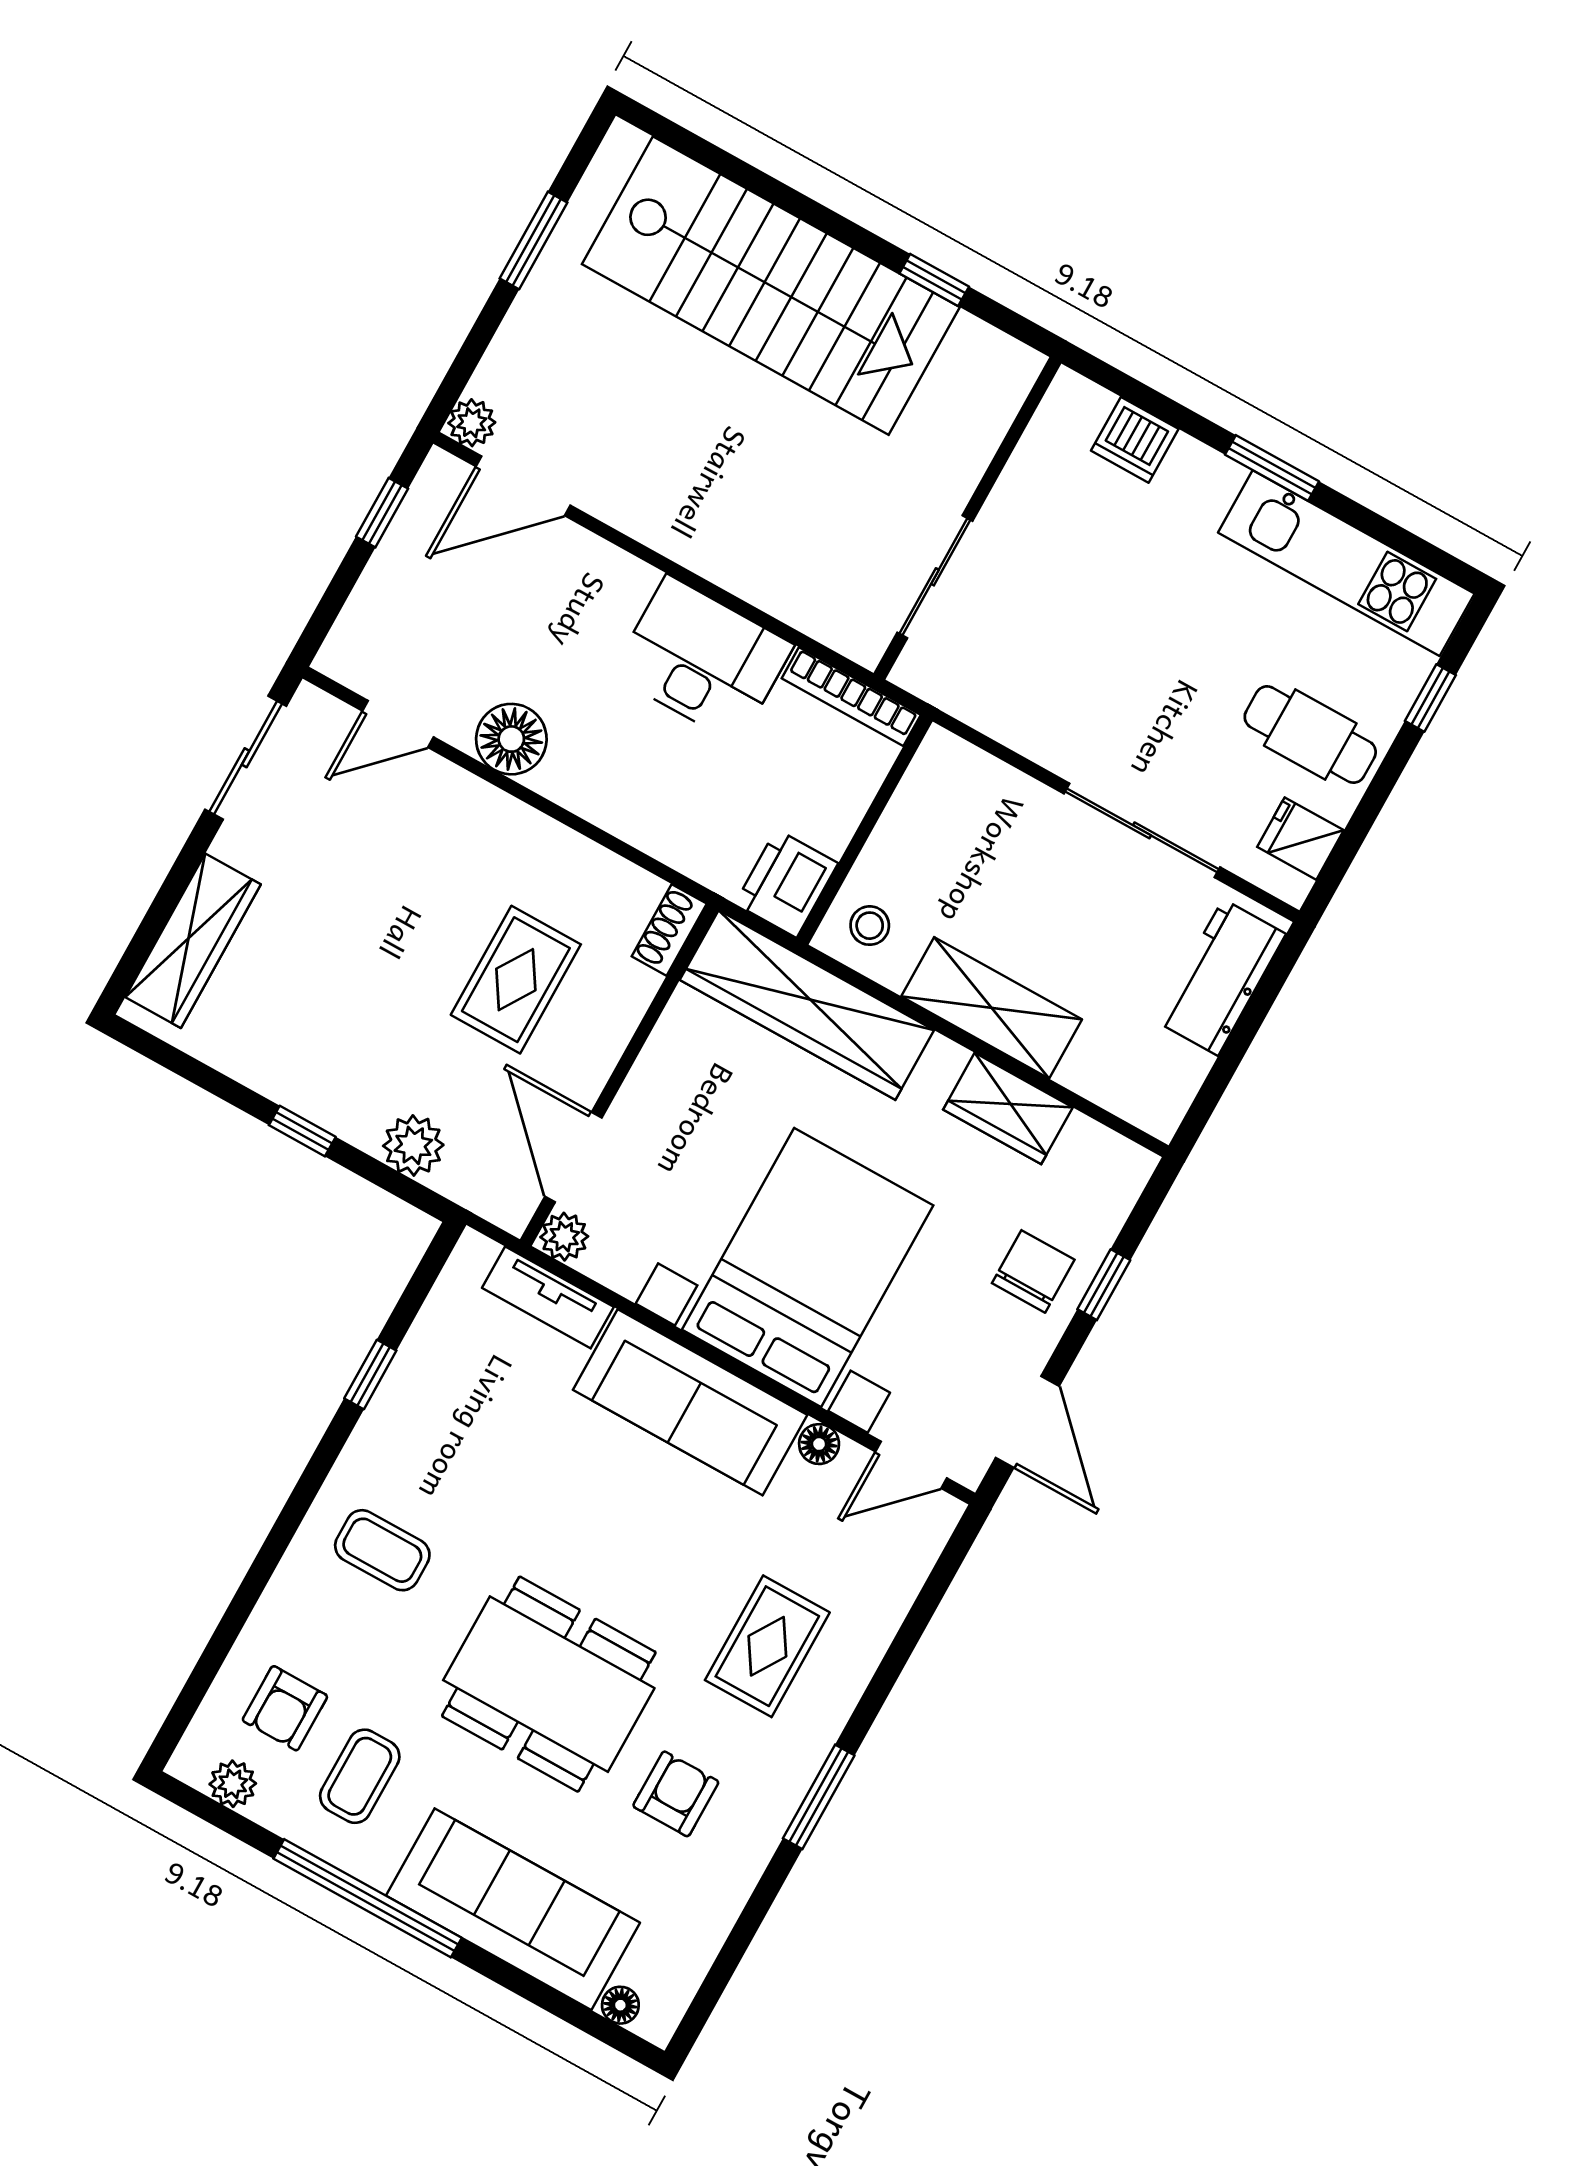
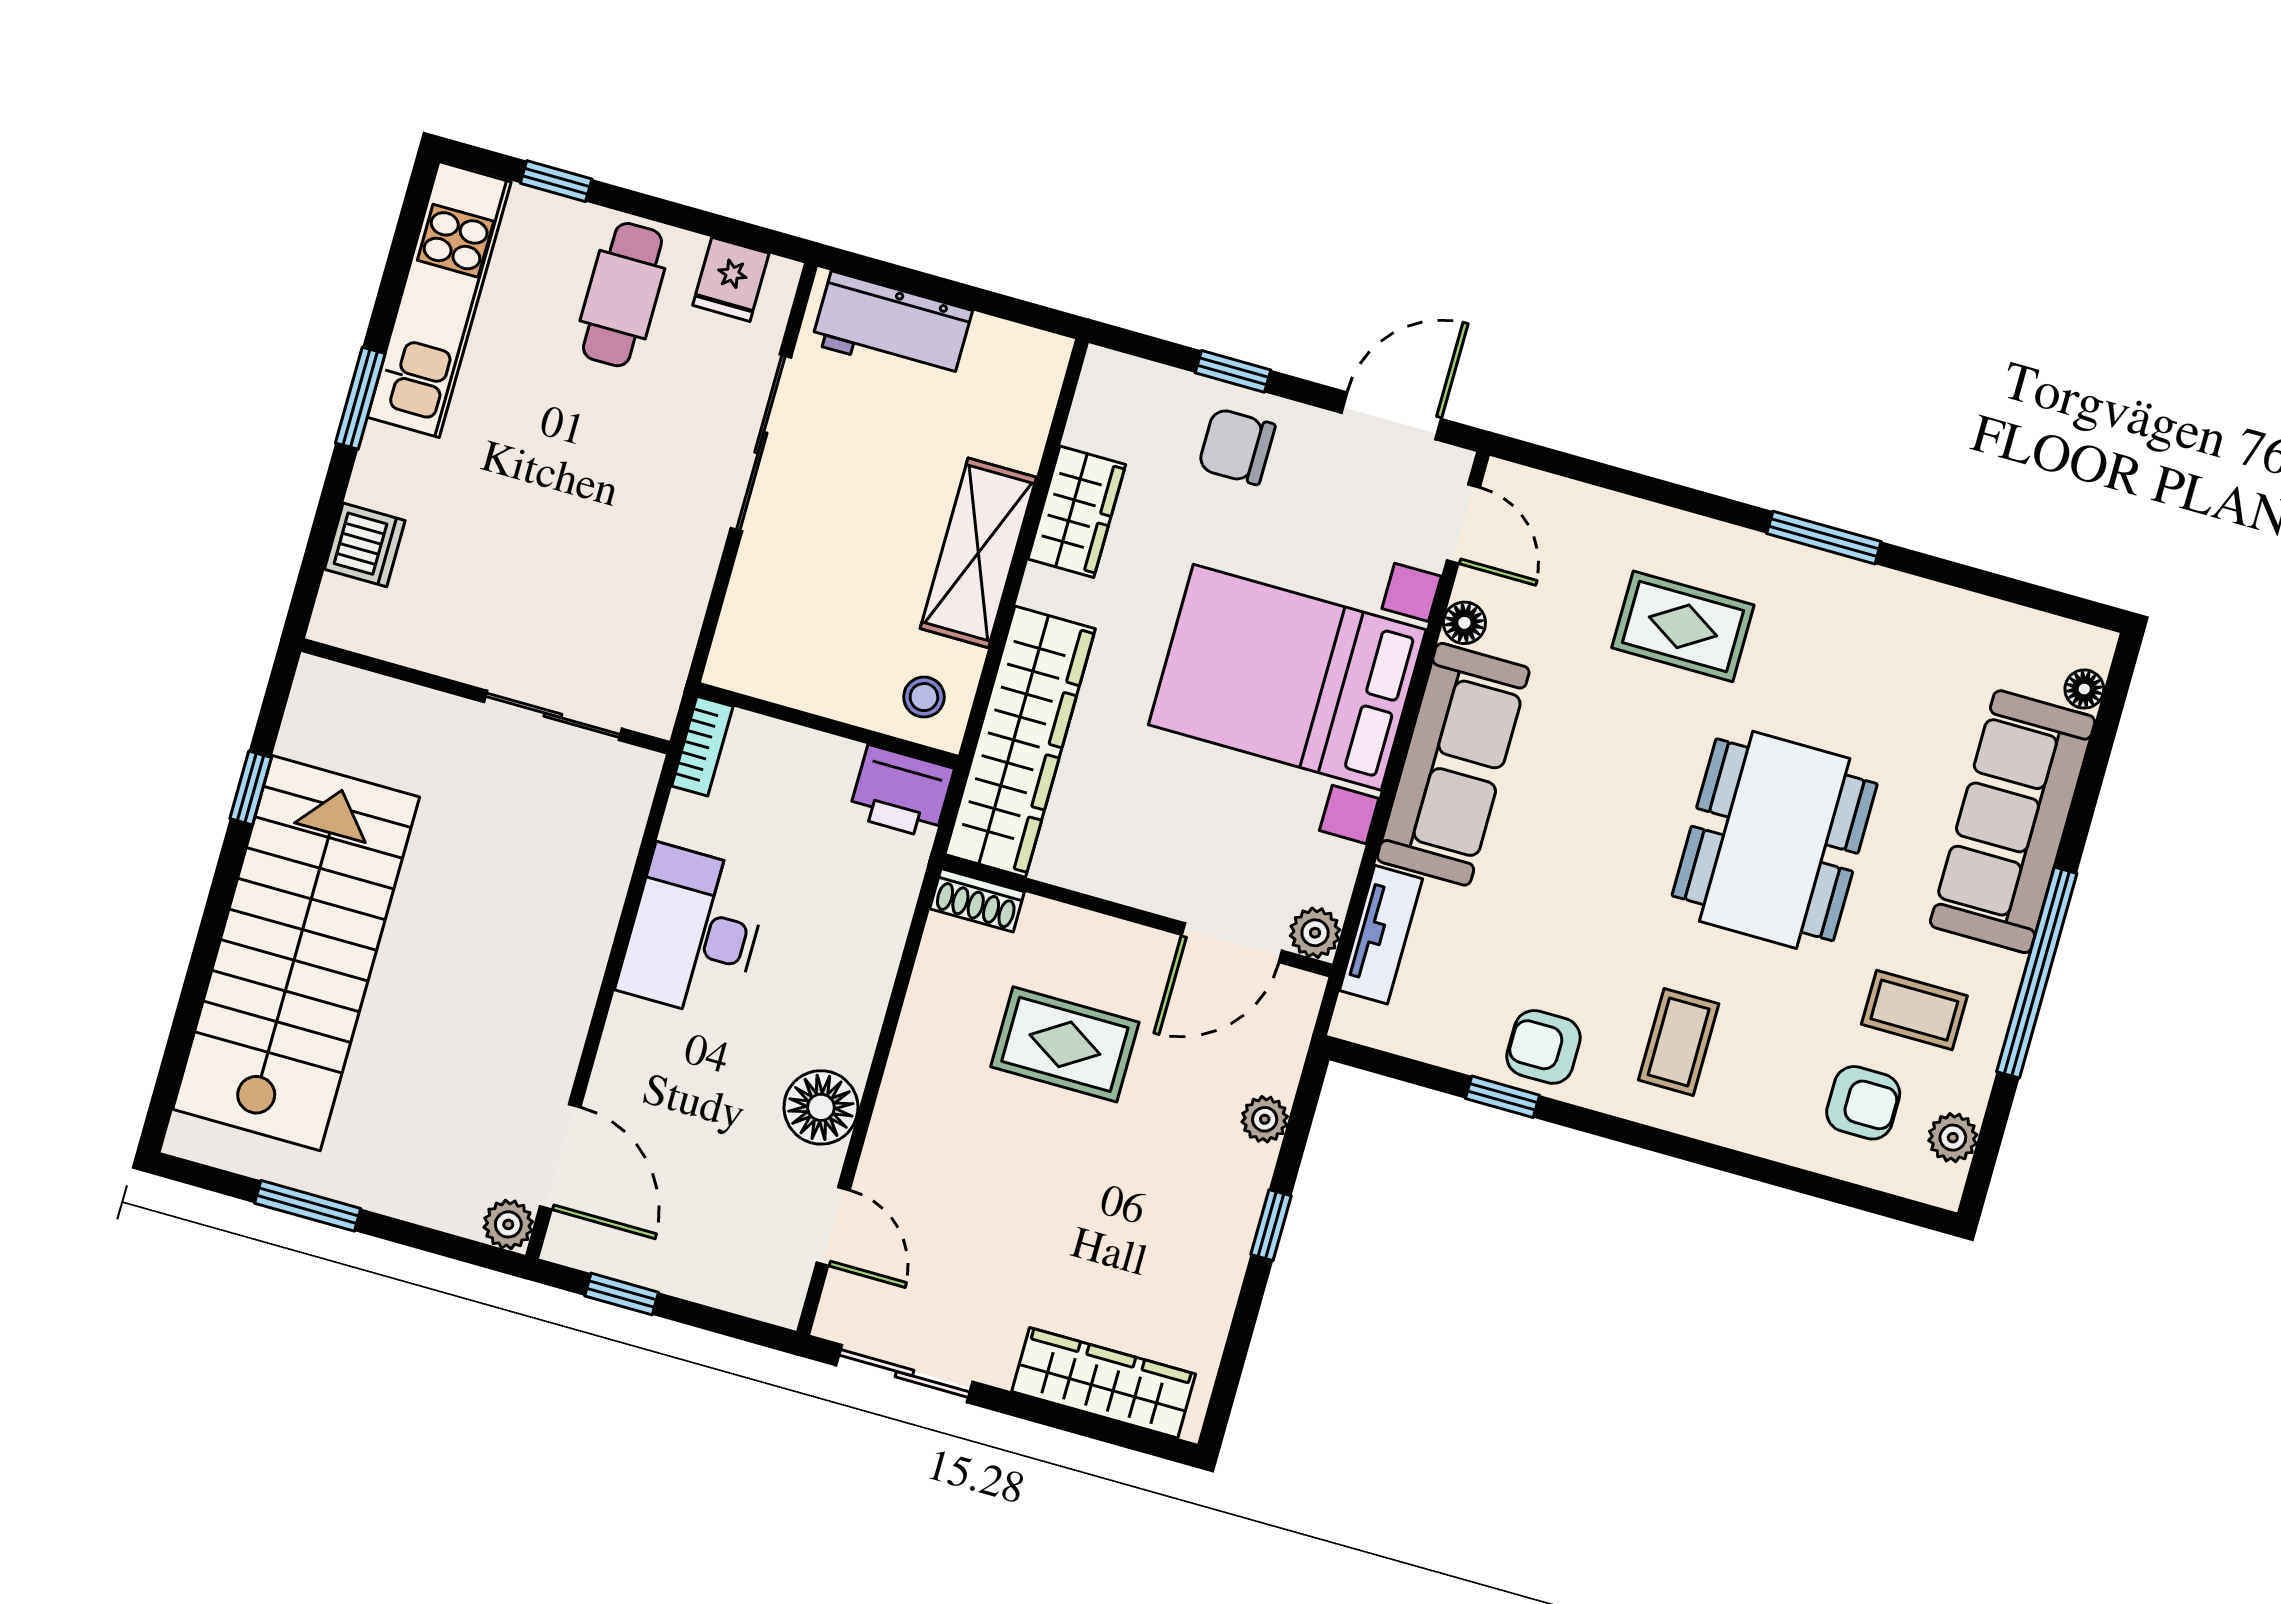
bookcase: (851, 697) -> (702, 746), width x0.64
plant: (413, 1145) -> (1265, 1119), width x0.73, depth x0.73
armchair: (676, 1794) -> (1543, 1047), moved

